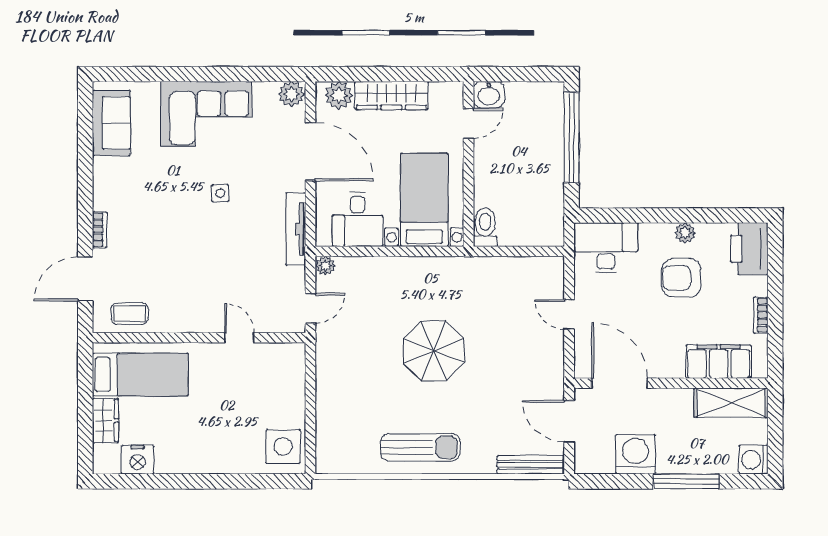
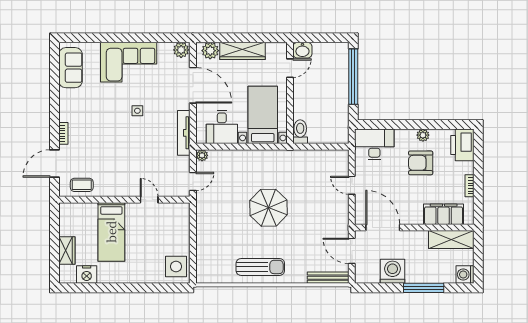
bed: (140, 375) -> (111, 232), moved, turned 90

